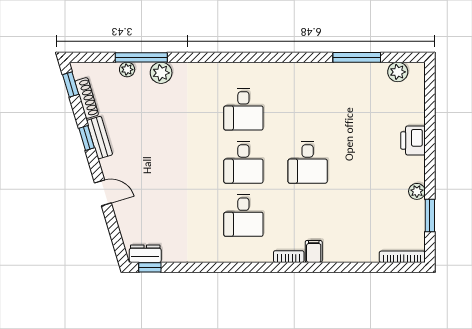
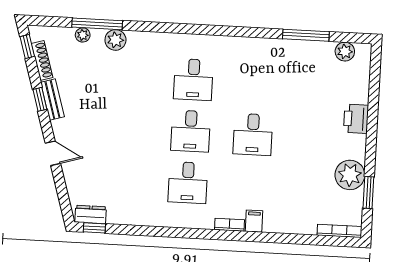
plant: (417, 191) -> (350, 175), width x1.88, depth x1.88

